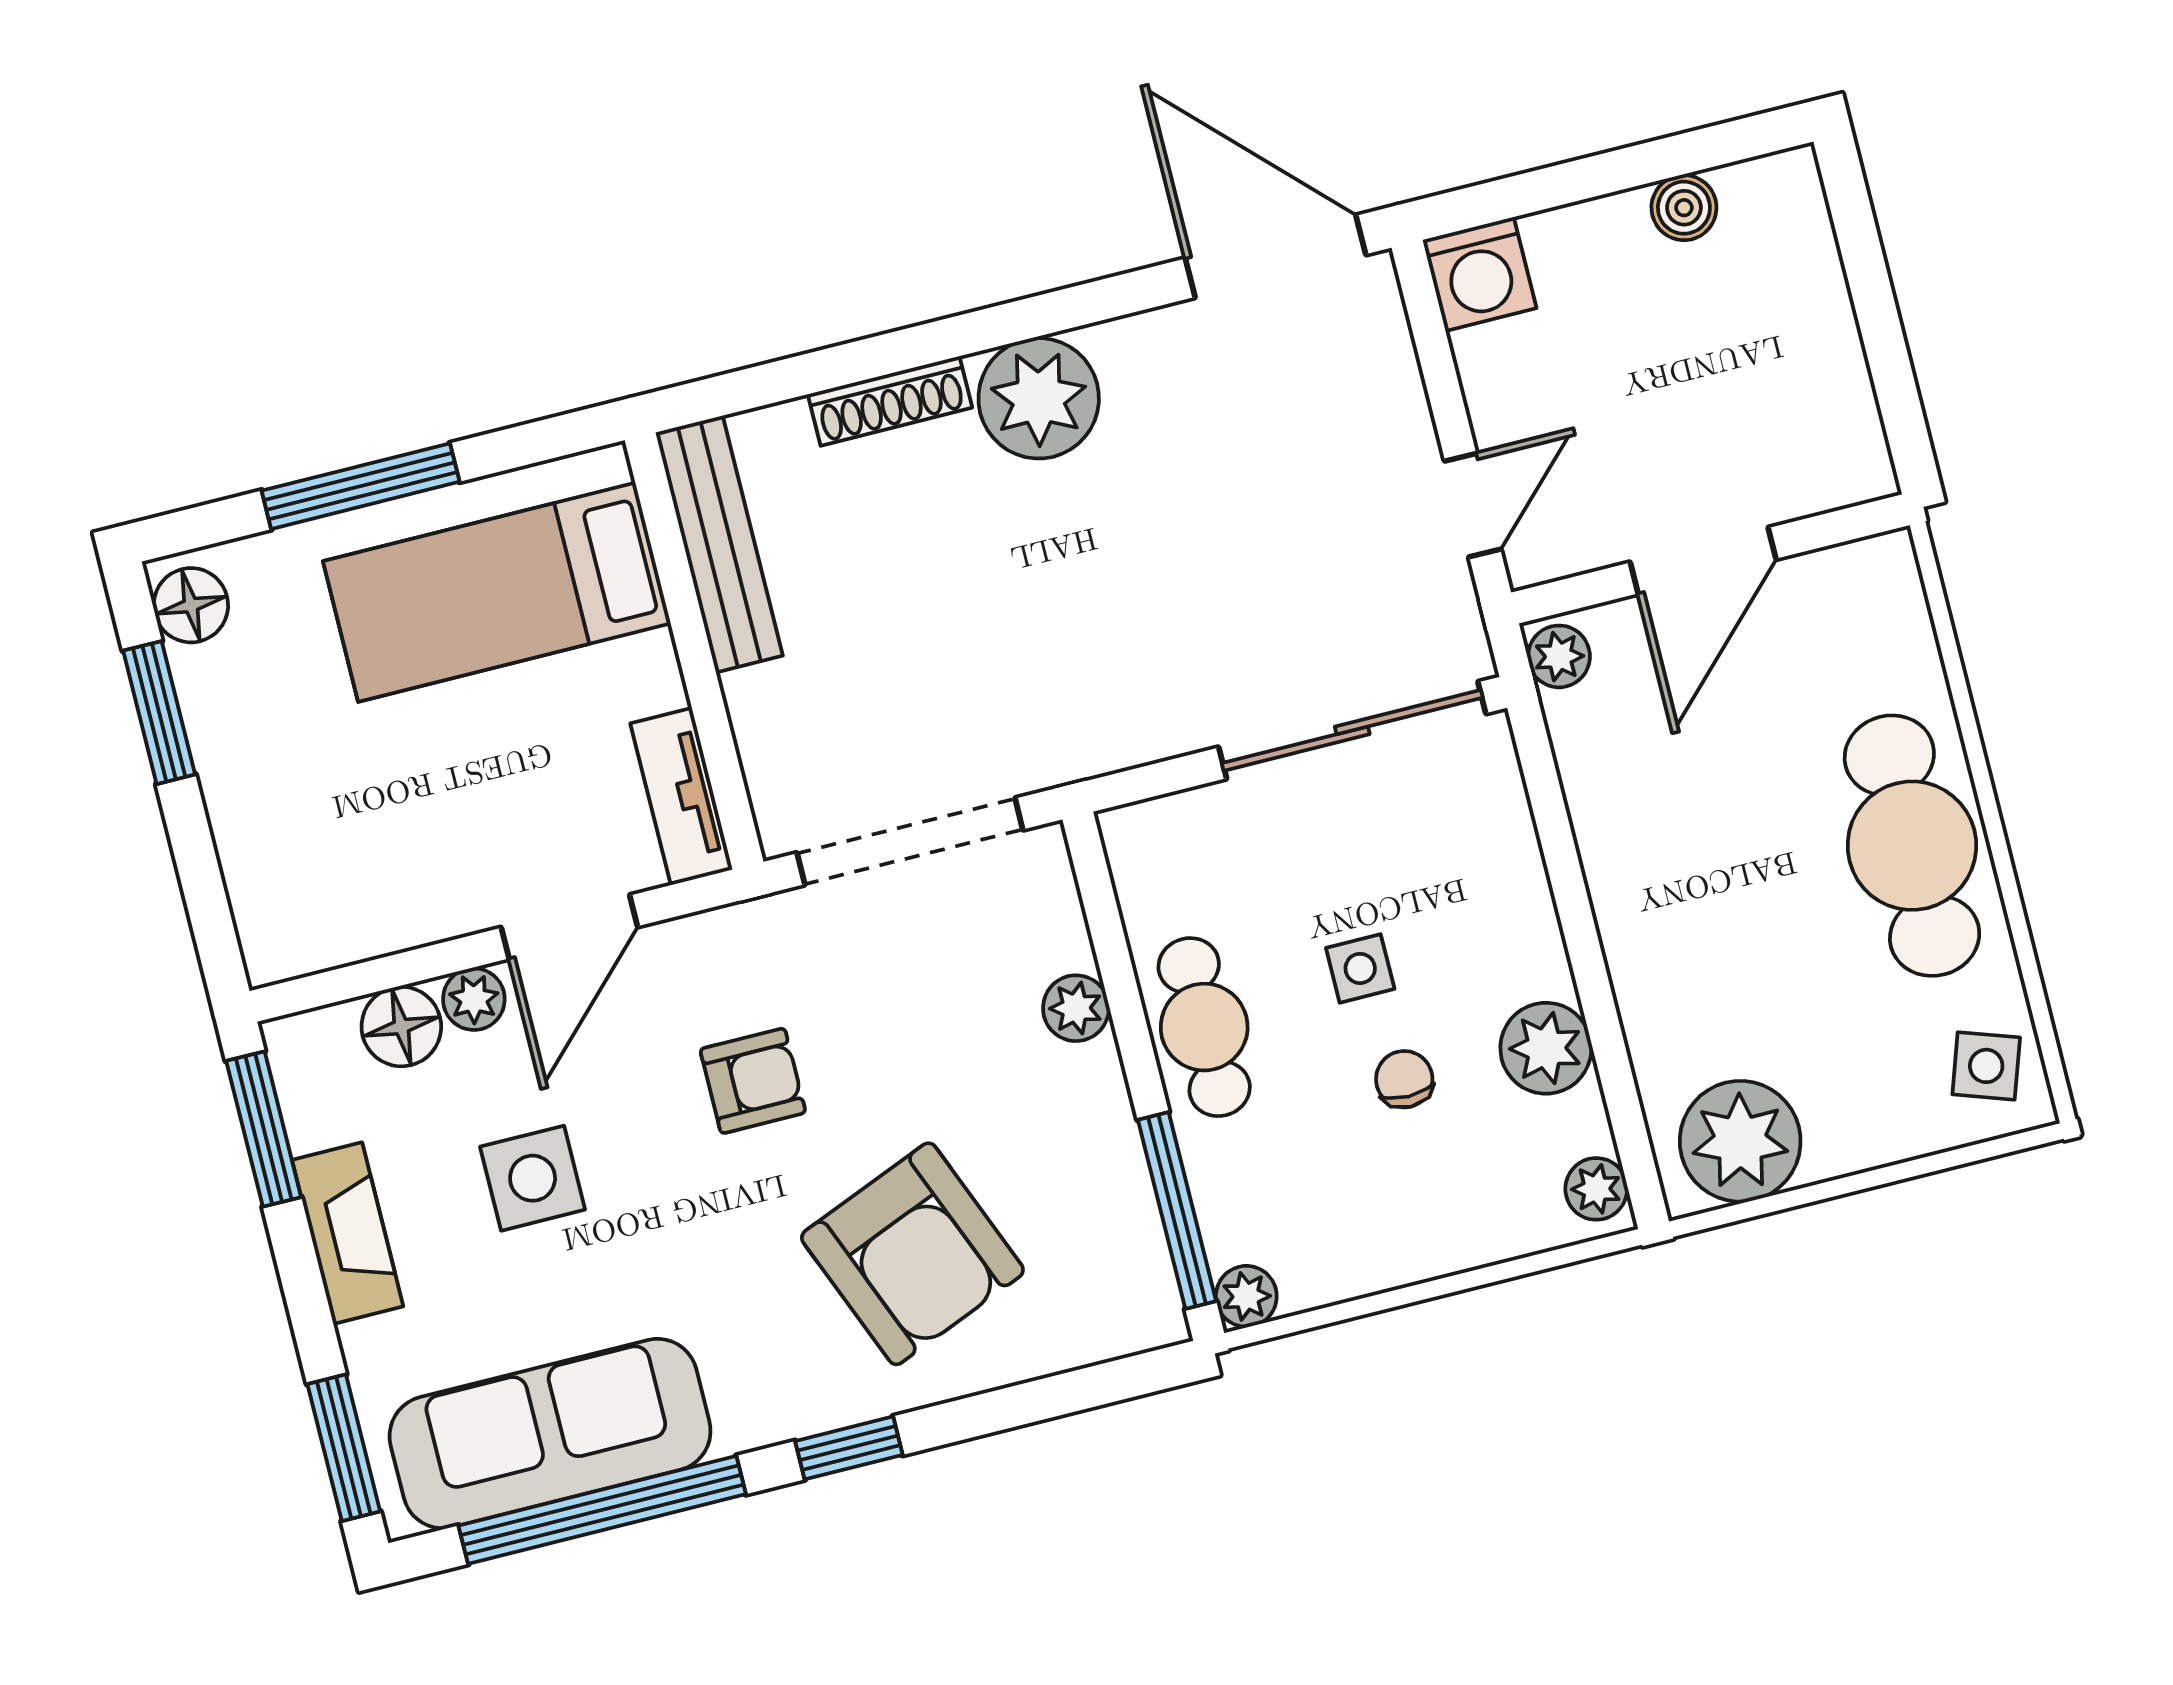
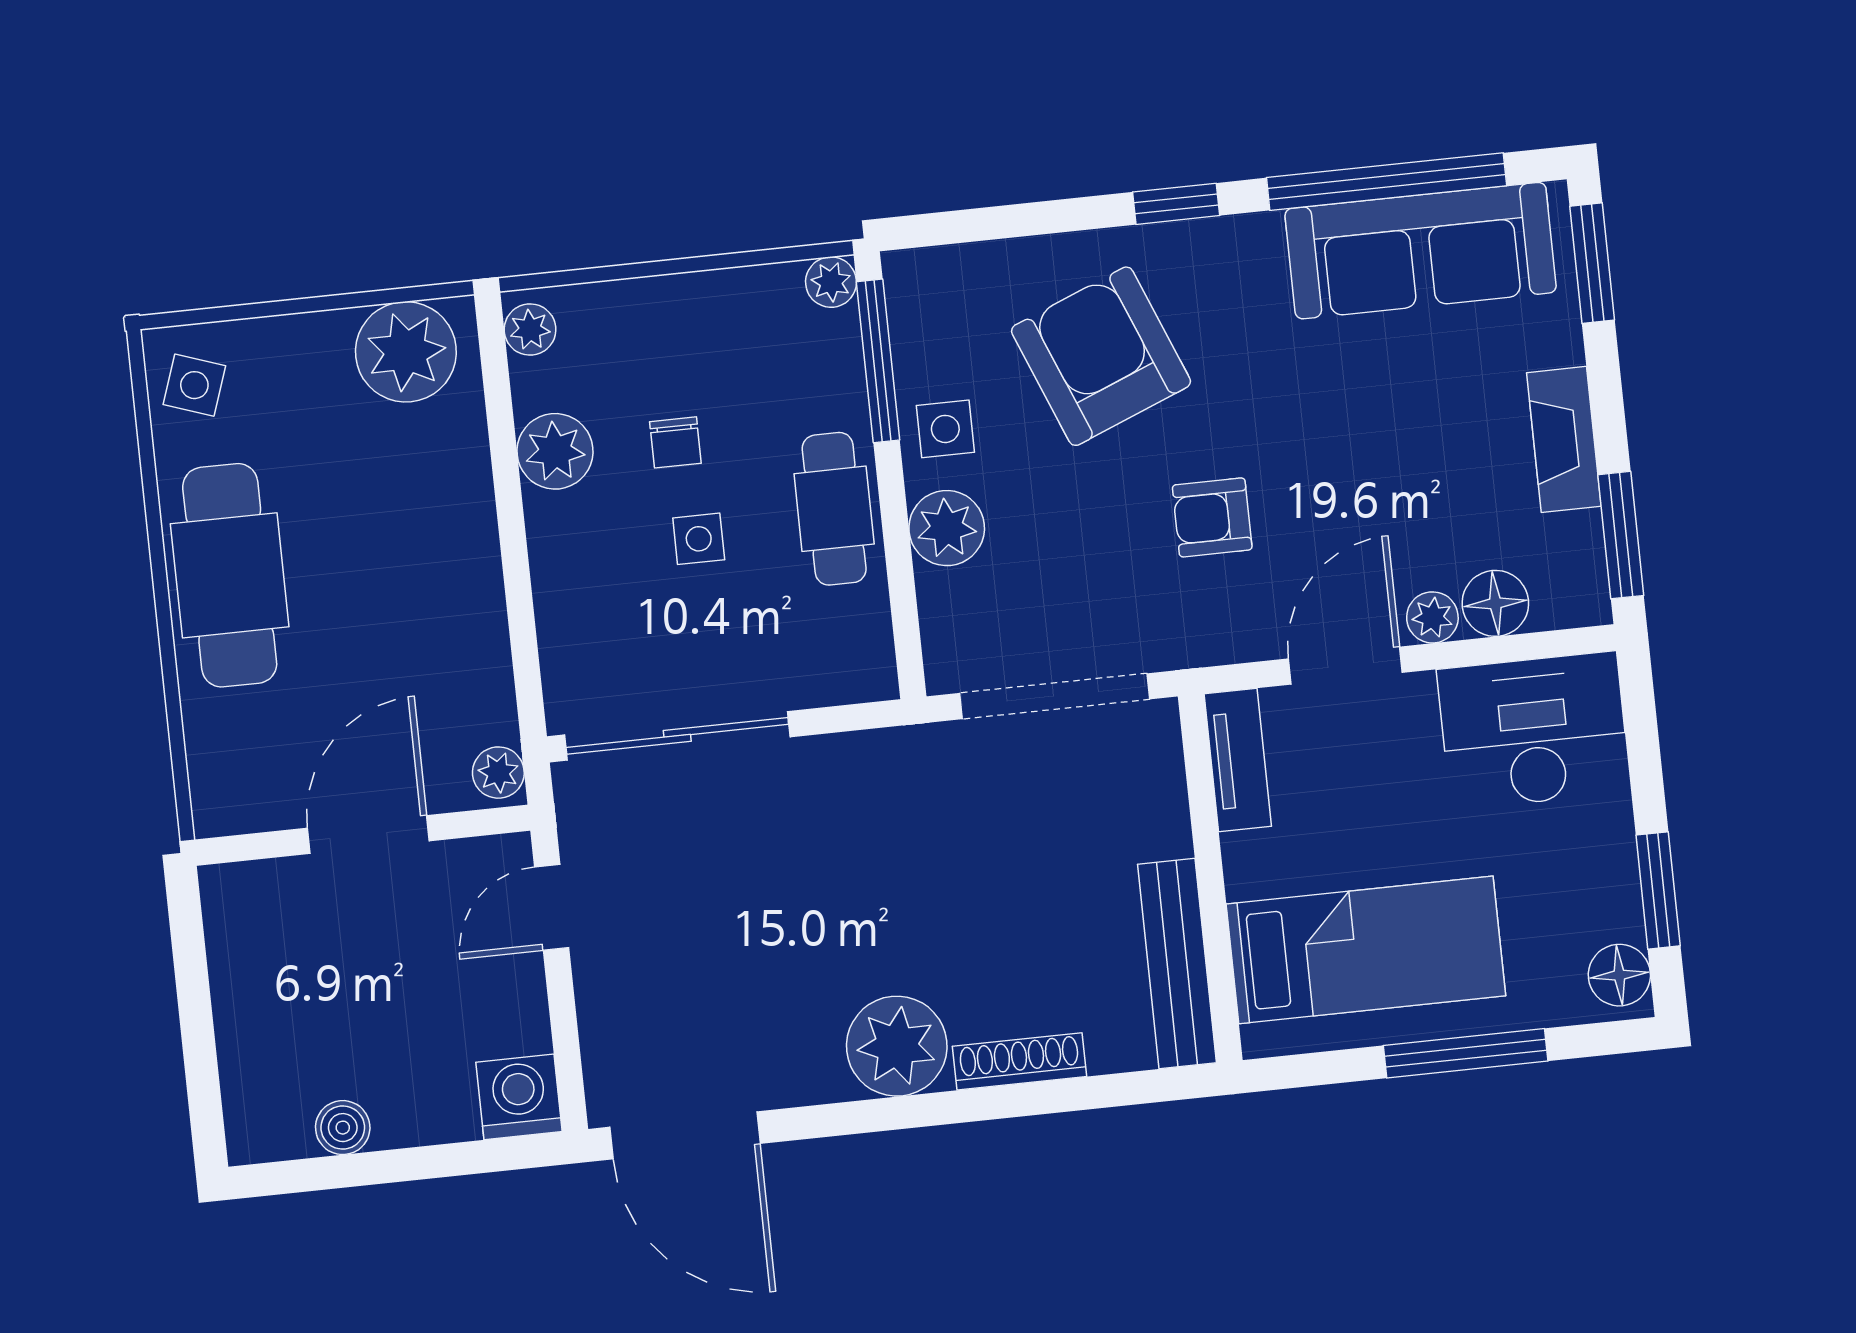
desk: (334, 882) -> (1534, 731), added
plant: (1076, 1008) -> (947, 528), width x1.38, depth x1.38
side table: (533, 1178) -> (945, 429), moved, width x0.73, depth x0.73

